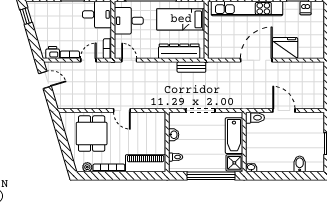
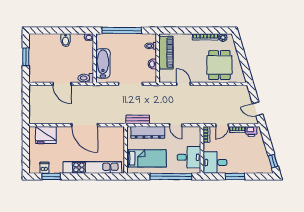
fridge: (285, 48) -> (46, 135), moved
door: (129, 60) -> (176, 125), moved
door: (256, 60) -> (85, 125), hinge flipped
door: (122, 110) -> (183, 84), moved
piano: (146, 163) -> (166, 53), moved, turned -90
shower: (234, 163) -> (103, 41), removed
bidet: (300, 164) -> (66, 40), moved

